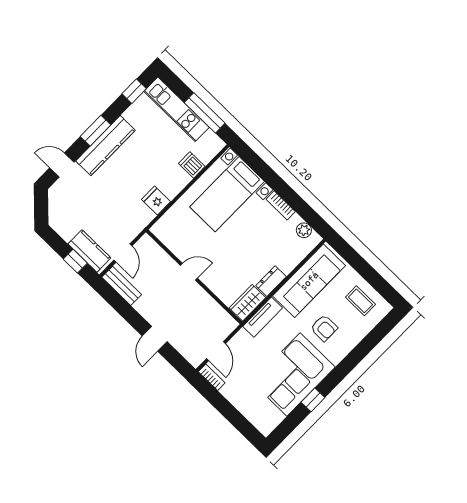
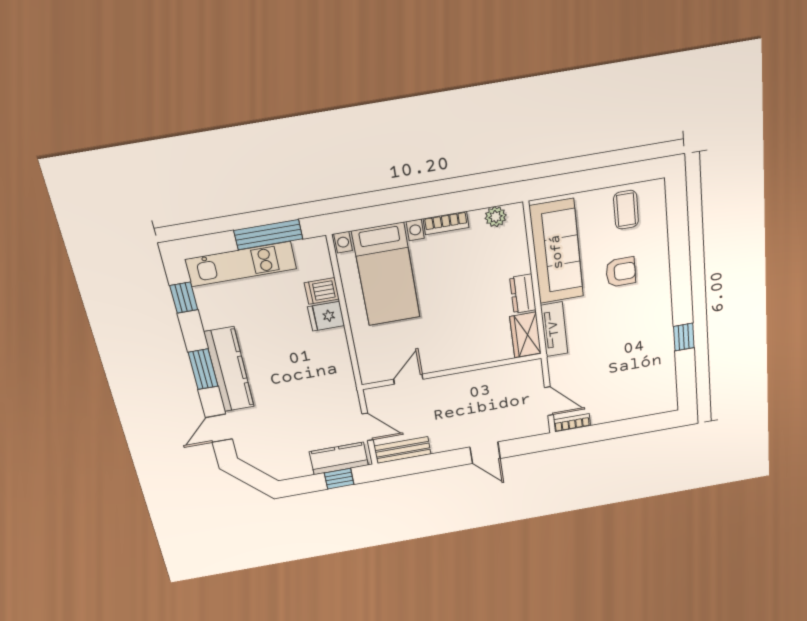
fridge: (156, 201) -> (326, 316), moved
door: (189, 272) -> (408, 379), moved
coffee table: (360, 301) -> (626, 210), turned 90
corner sofa: (294, 375) -> (641, 339), removed

